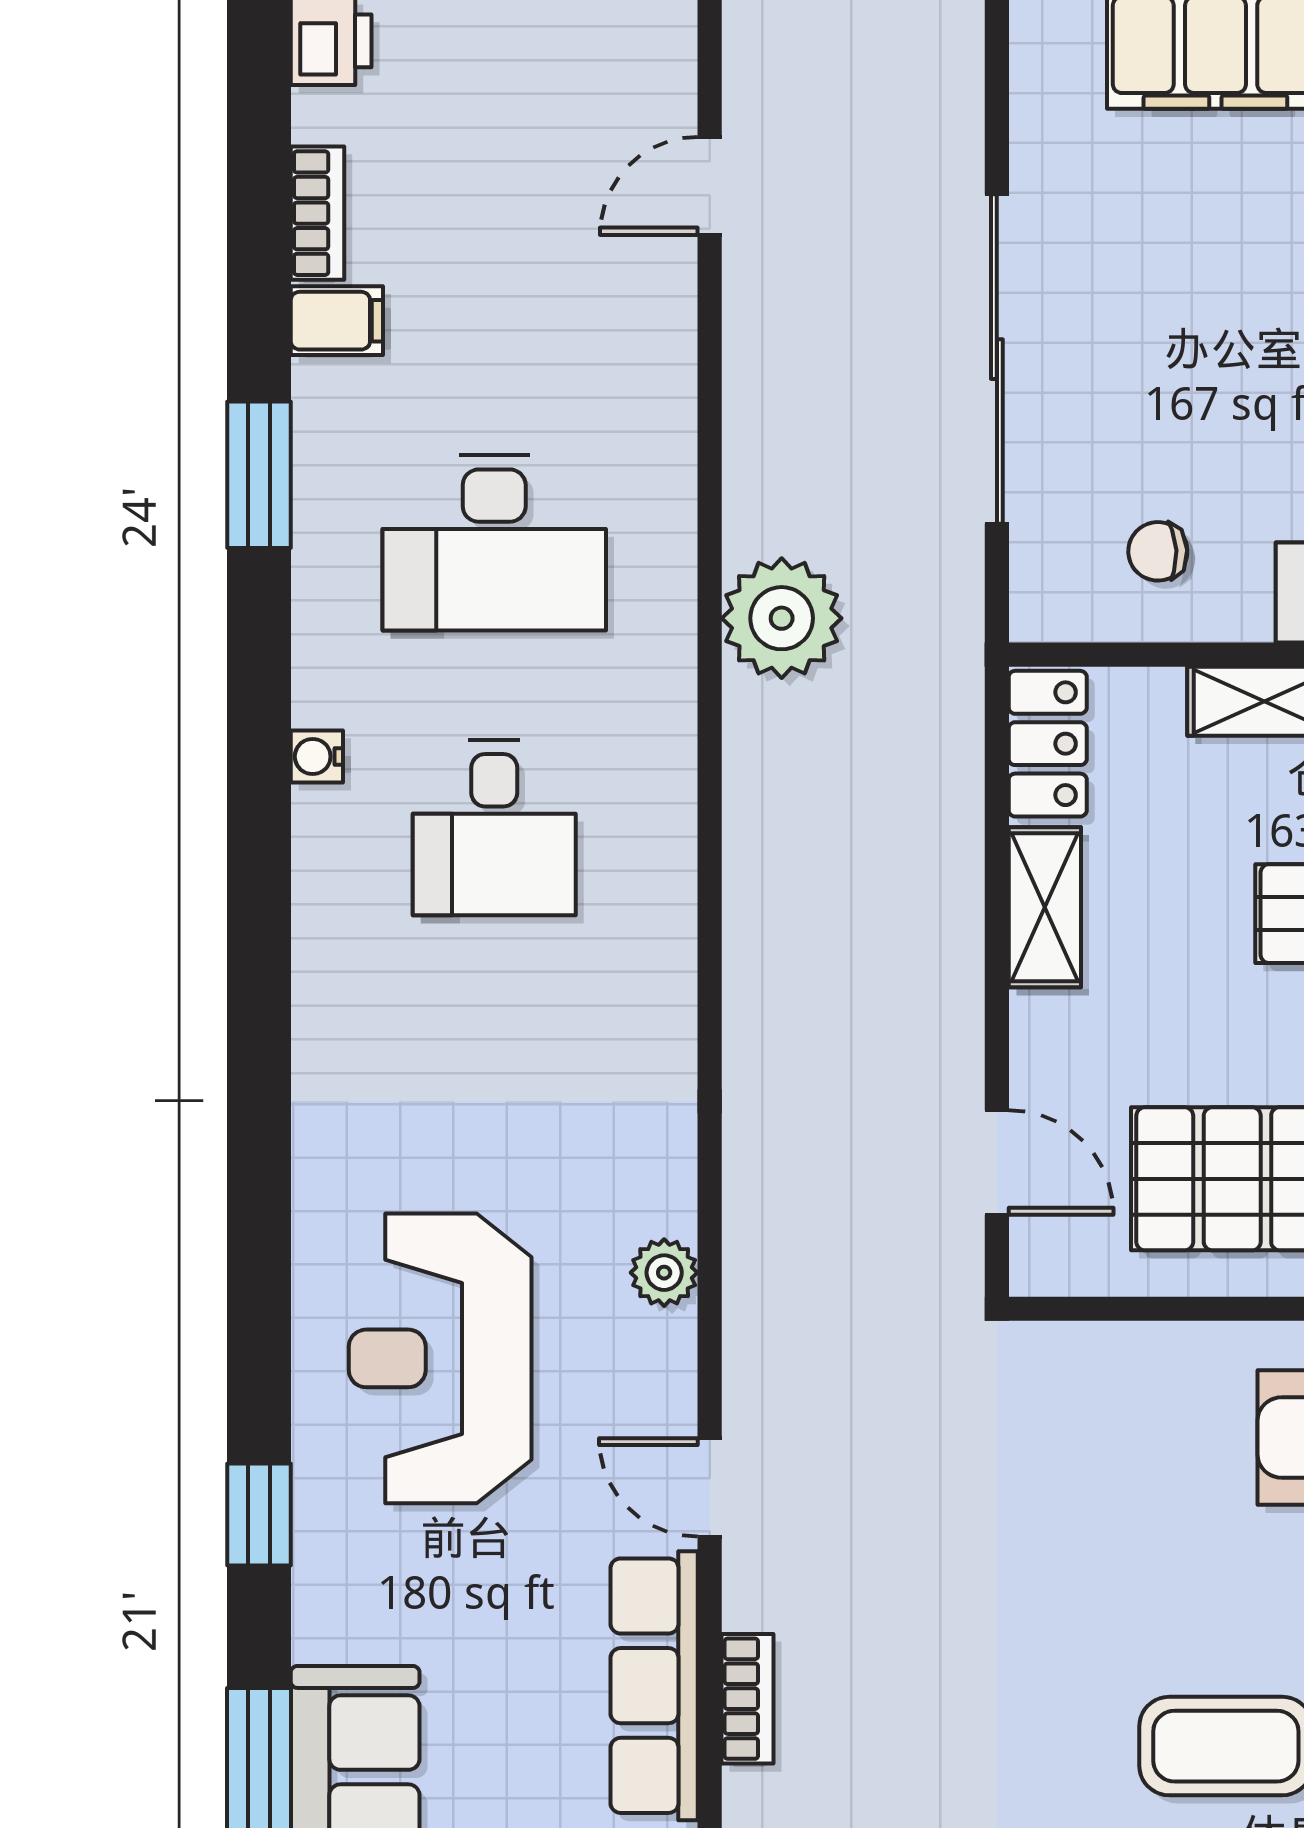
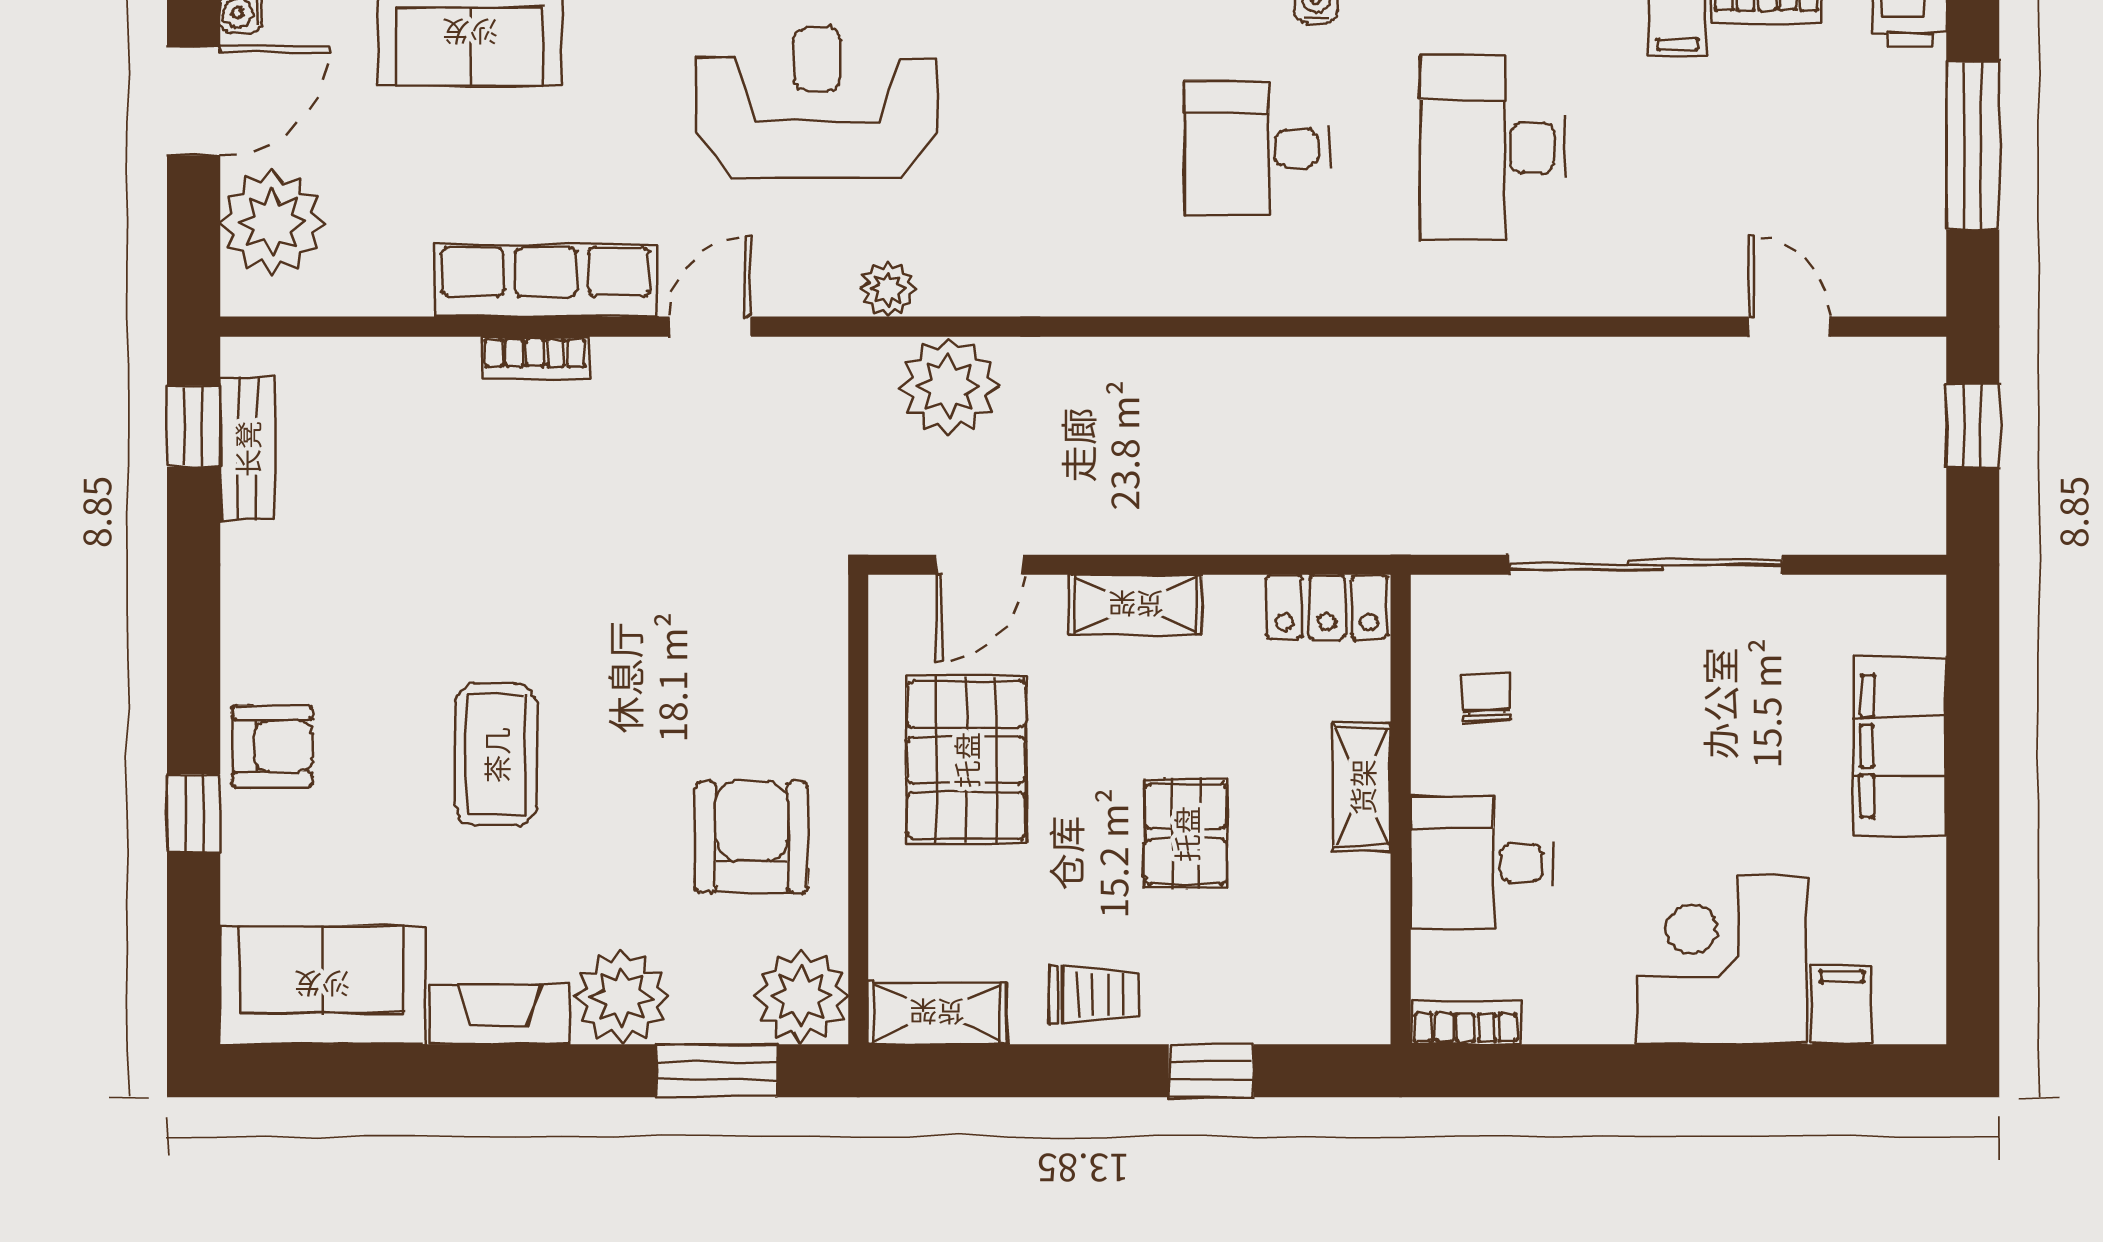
plant: (782, 618) -> (949, 386), moved
shelving: (1045, 907) -> (1136, 605), moved

